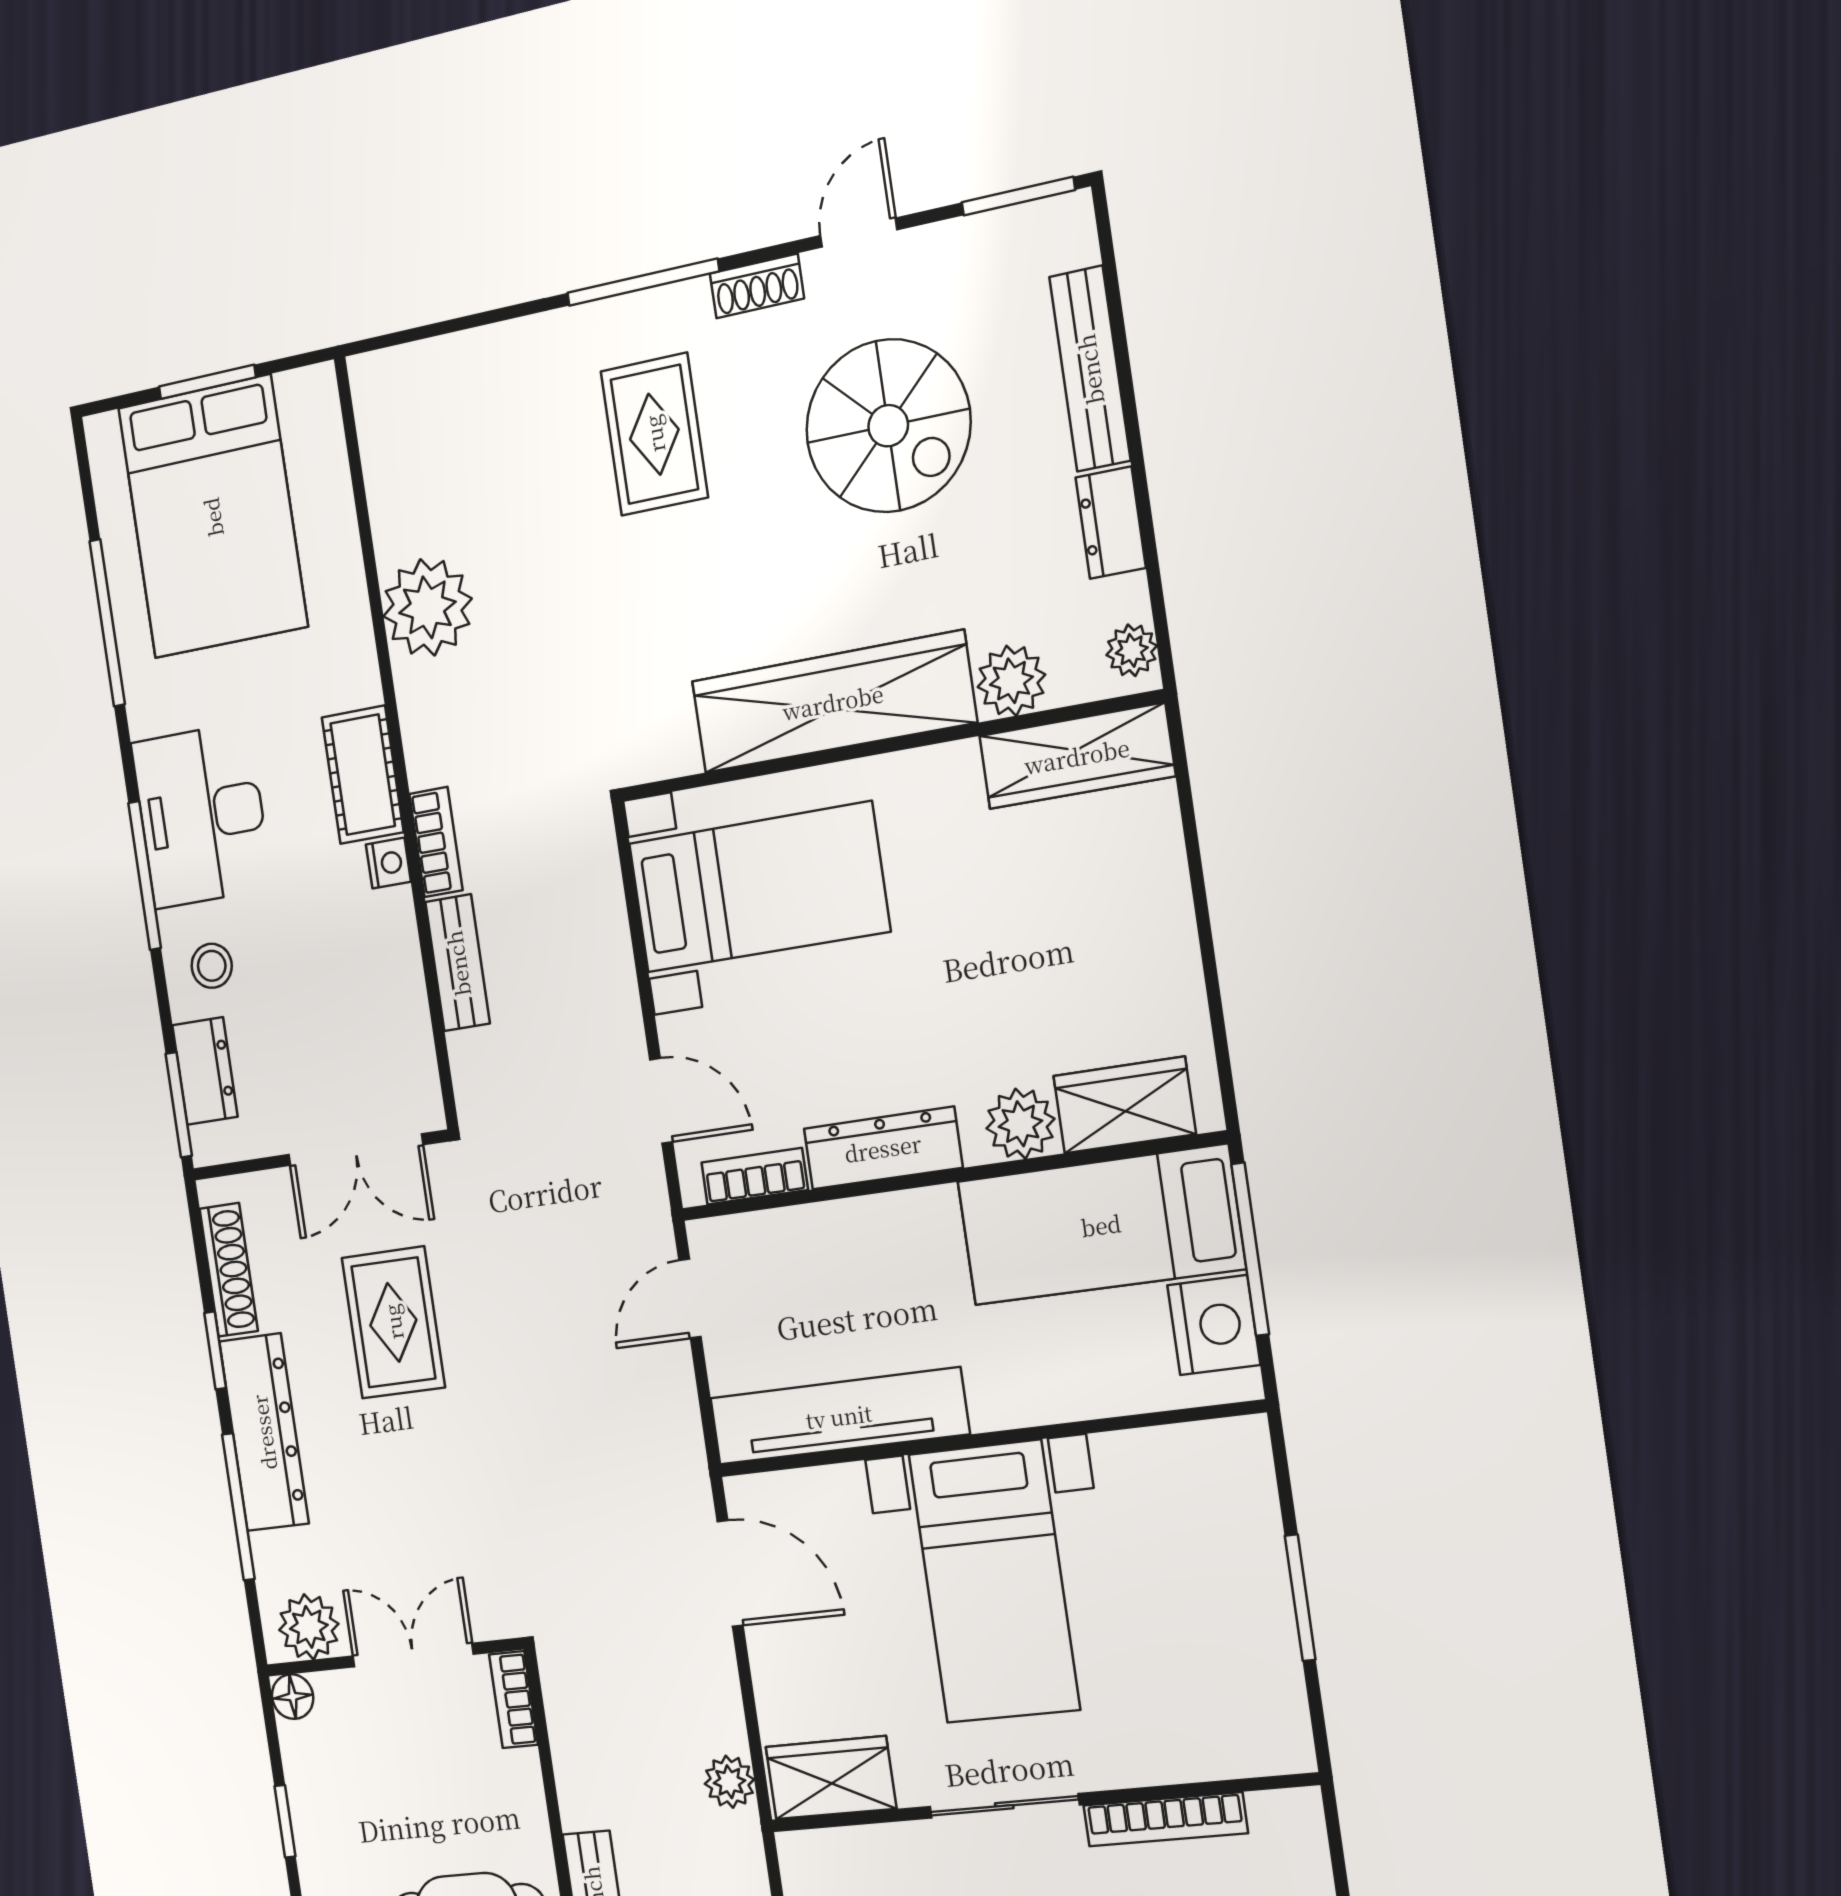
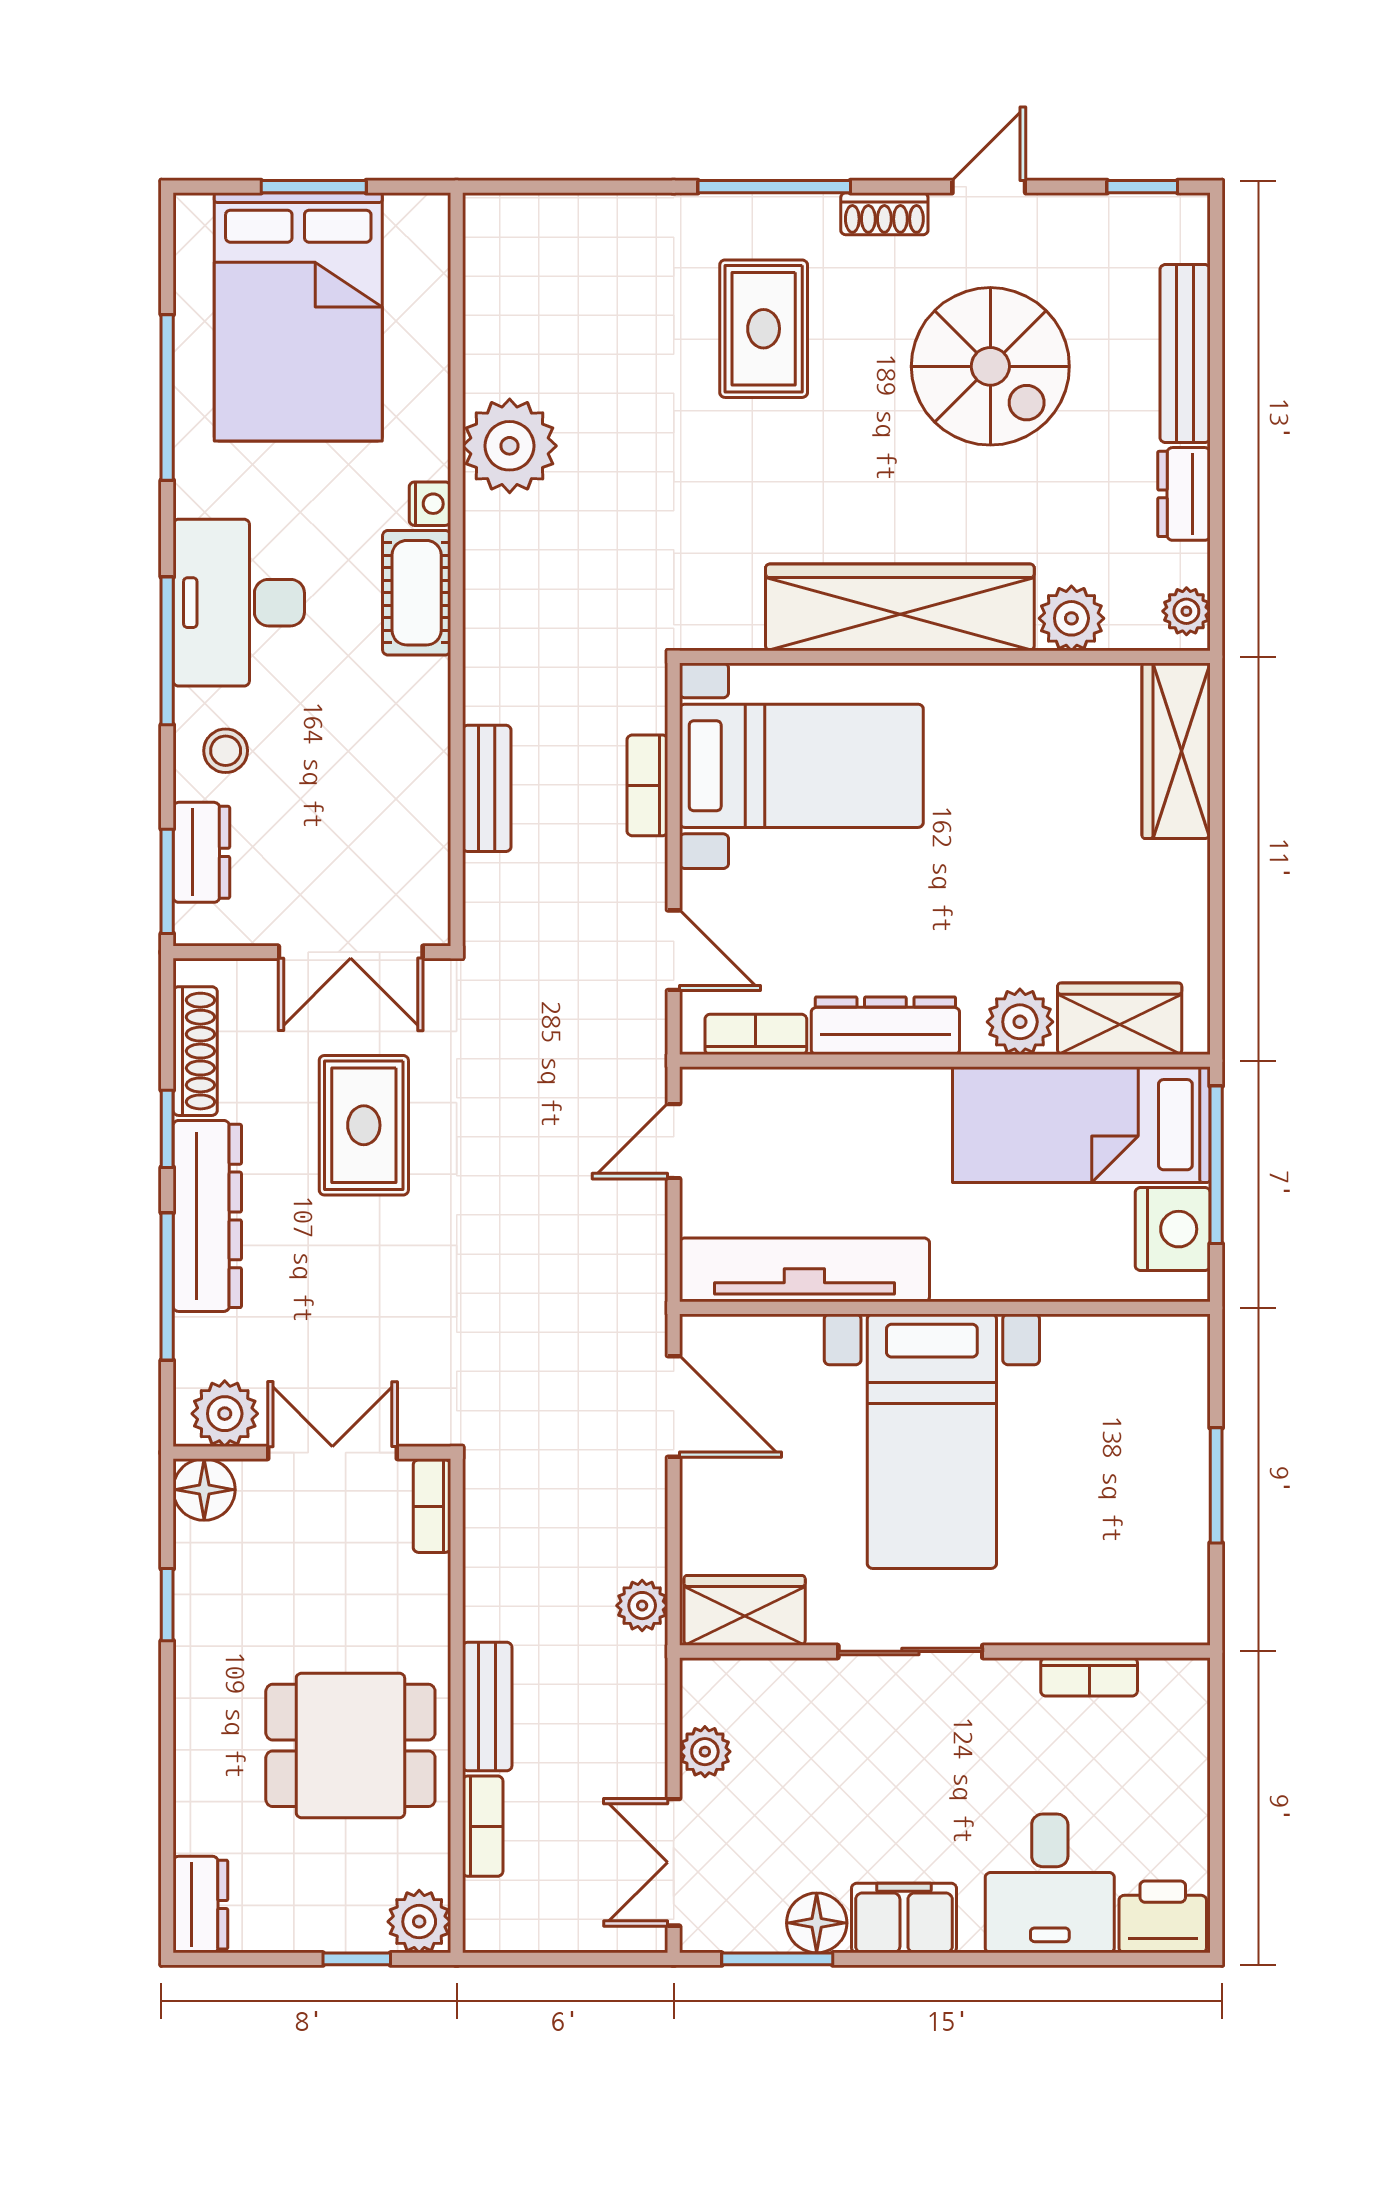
window: (1018, 196) -> (1142, 187), width x0.67
wardrobe: (1077, 756) -> (1176, 751), moved, turned 90
bookcase: (436, 842) -> (647, 785), moved, turned 180
nightstand: (388, 863) -> (430, 504), moved
floor lamp: (293, 1697) -> (204, 1490), width x1.37, depth x1.37
bookcase: (1165, 1819) -> (1089, 1677), width x0.64

